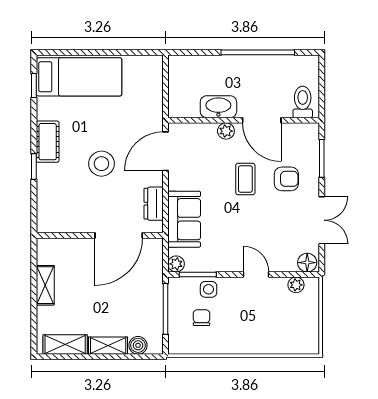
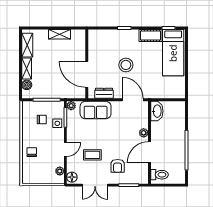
washbasin: (218, 107) -> (157, 111), moved
cot: (48, 142) -> (151, 36), moved
coffee table: (245, 179) -> (92, 155), moved
chair: (261, 336) -> (32, 152), added

